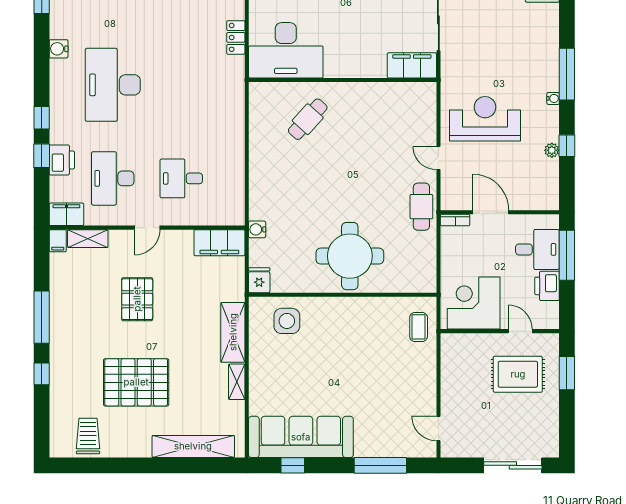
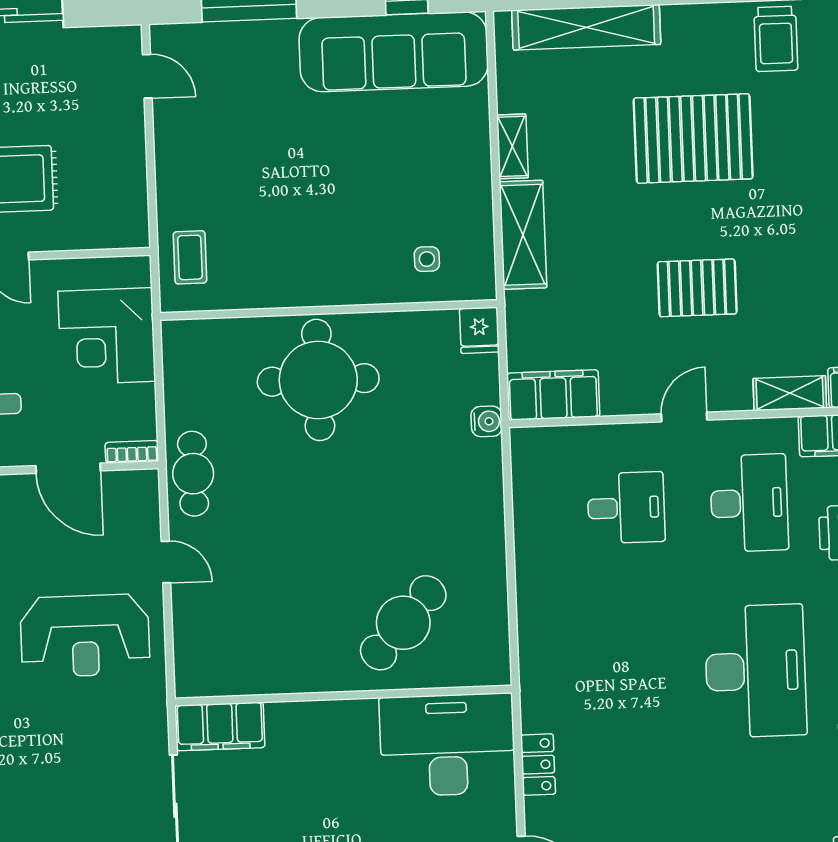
cafe table: (308, 119) -> (403, 623), width x1.37, depth x1.35
pallet: (137, 299) -> (697, 288), turned 90
corner desk: (474, 303) -> (107, 336), moved, turned 90
side table: (287, 321) -> (427, 259), width x0.54, depth x0.54

